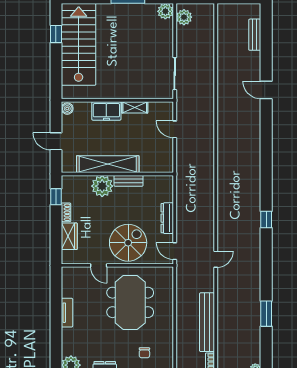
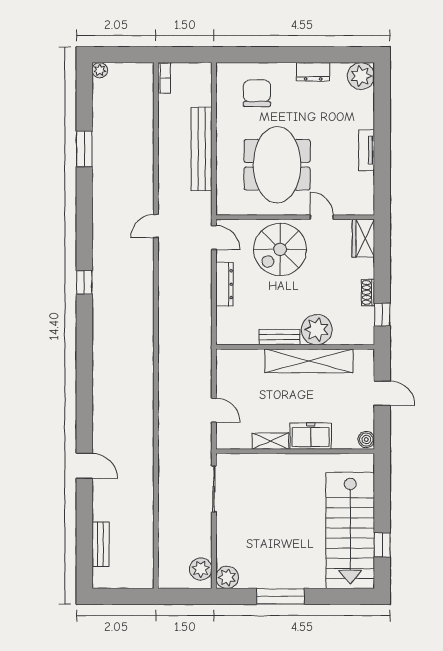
wardrobe: (69, 236) -> (363, 238), moved
bench: (207, 322) -> (202, 149), moved
chair: (144, 353) -> (257, 93), width x1.87, depth x1.87

